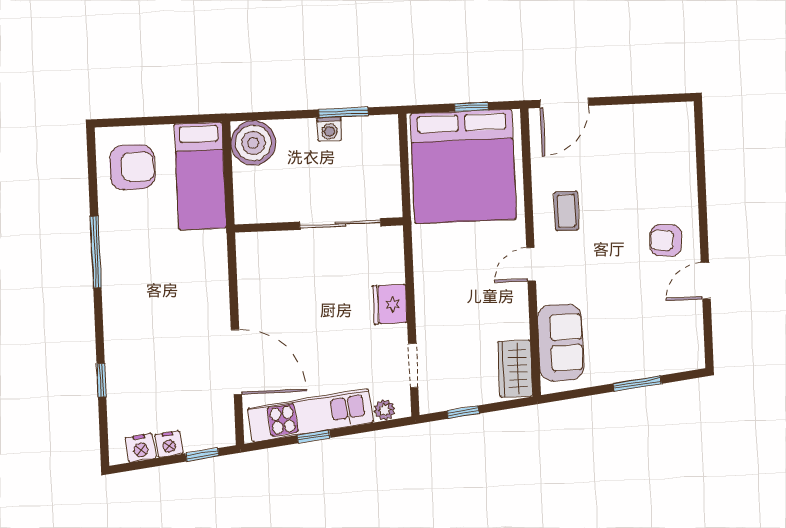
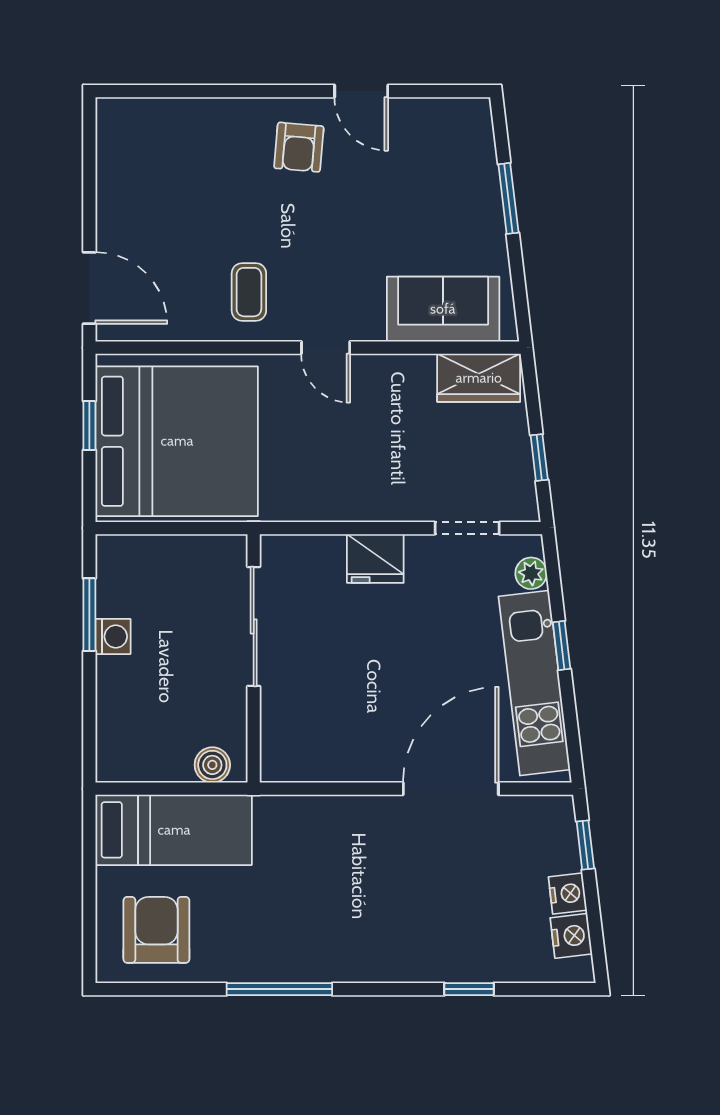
boiler: (253, 143) -> (212, 765), moved, width x0.54, depth x0.54
coffee table: (566, 211) -> (249, 292), turned 90
window: (314, 437) -> (562, 645), moved

